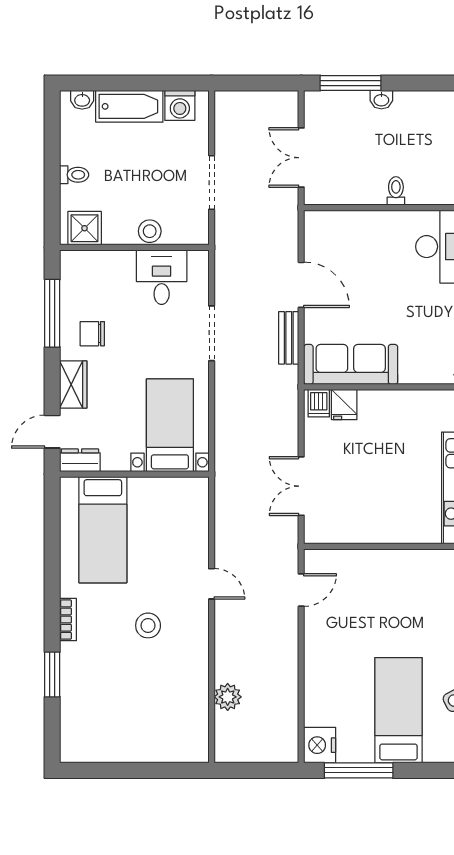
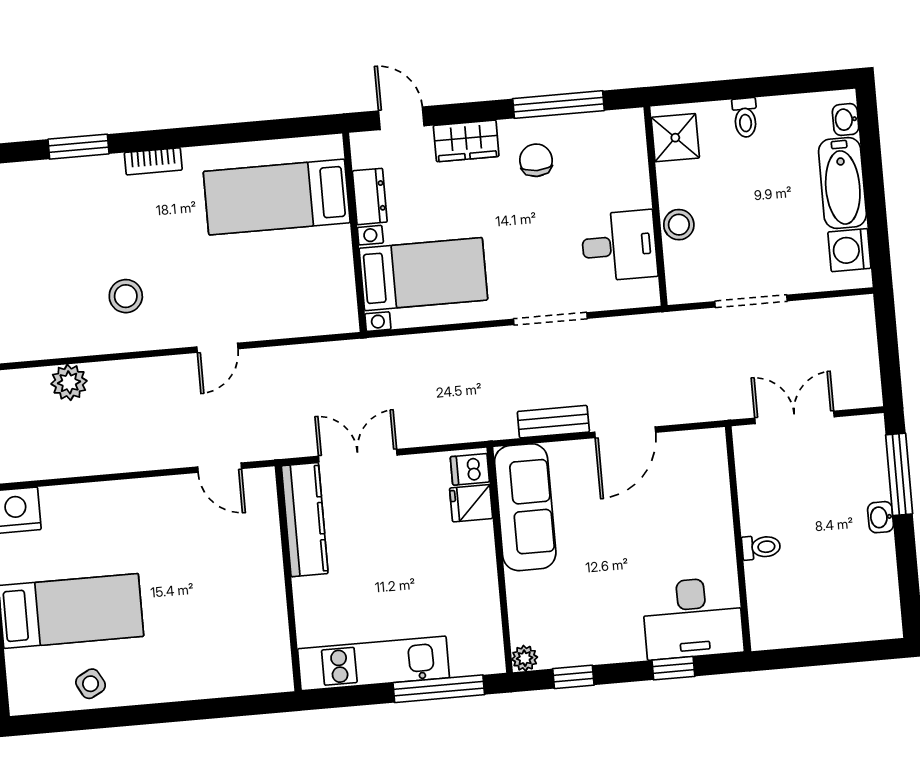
dresser: (80, 460) -> (370, 196), moved
kitchen counter: (346, 530) -> (305, 520), added
stool: (148, 625) -> (126, 296), moved

